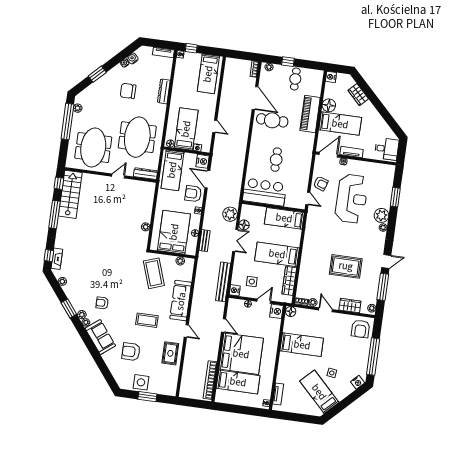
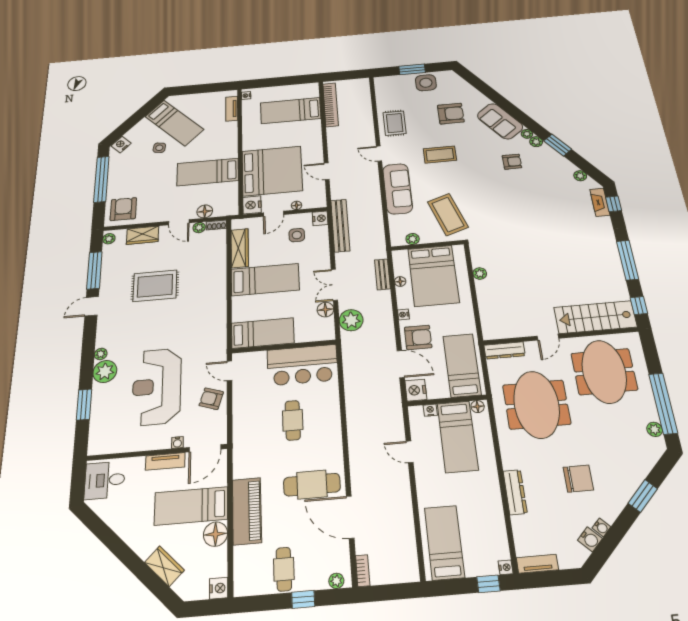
stairs: (70, 194) -> (595, 317), moved, turned 90
floor lamp: (291, 312) -> (205, 211), moved
bed: (241, 354) -> (272, 171), moved, turned 180

